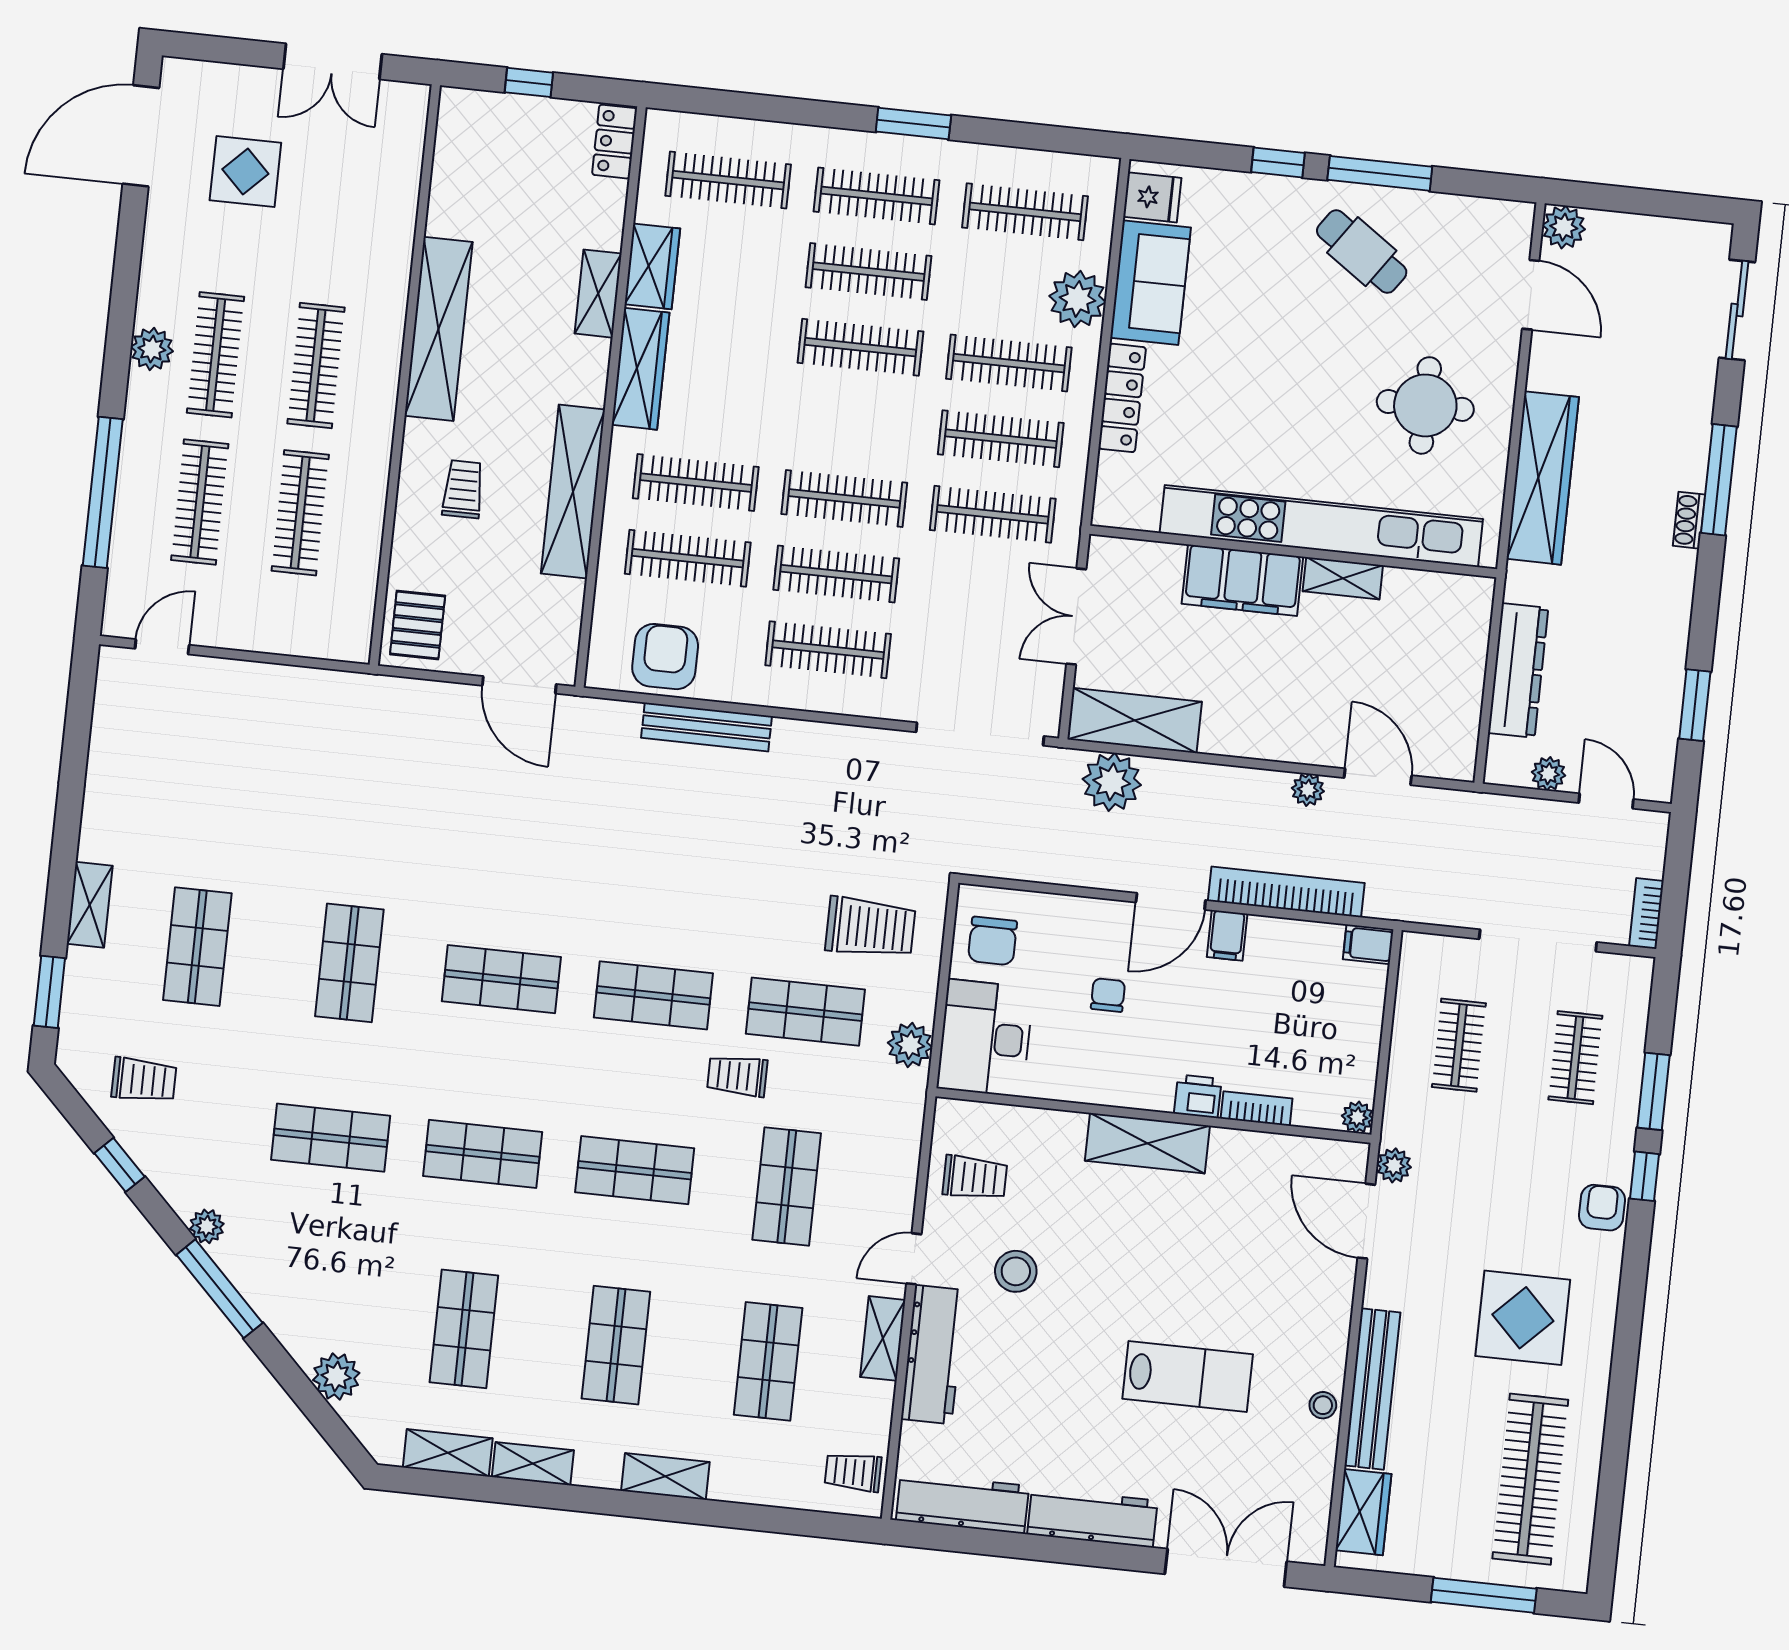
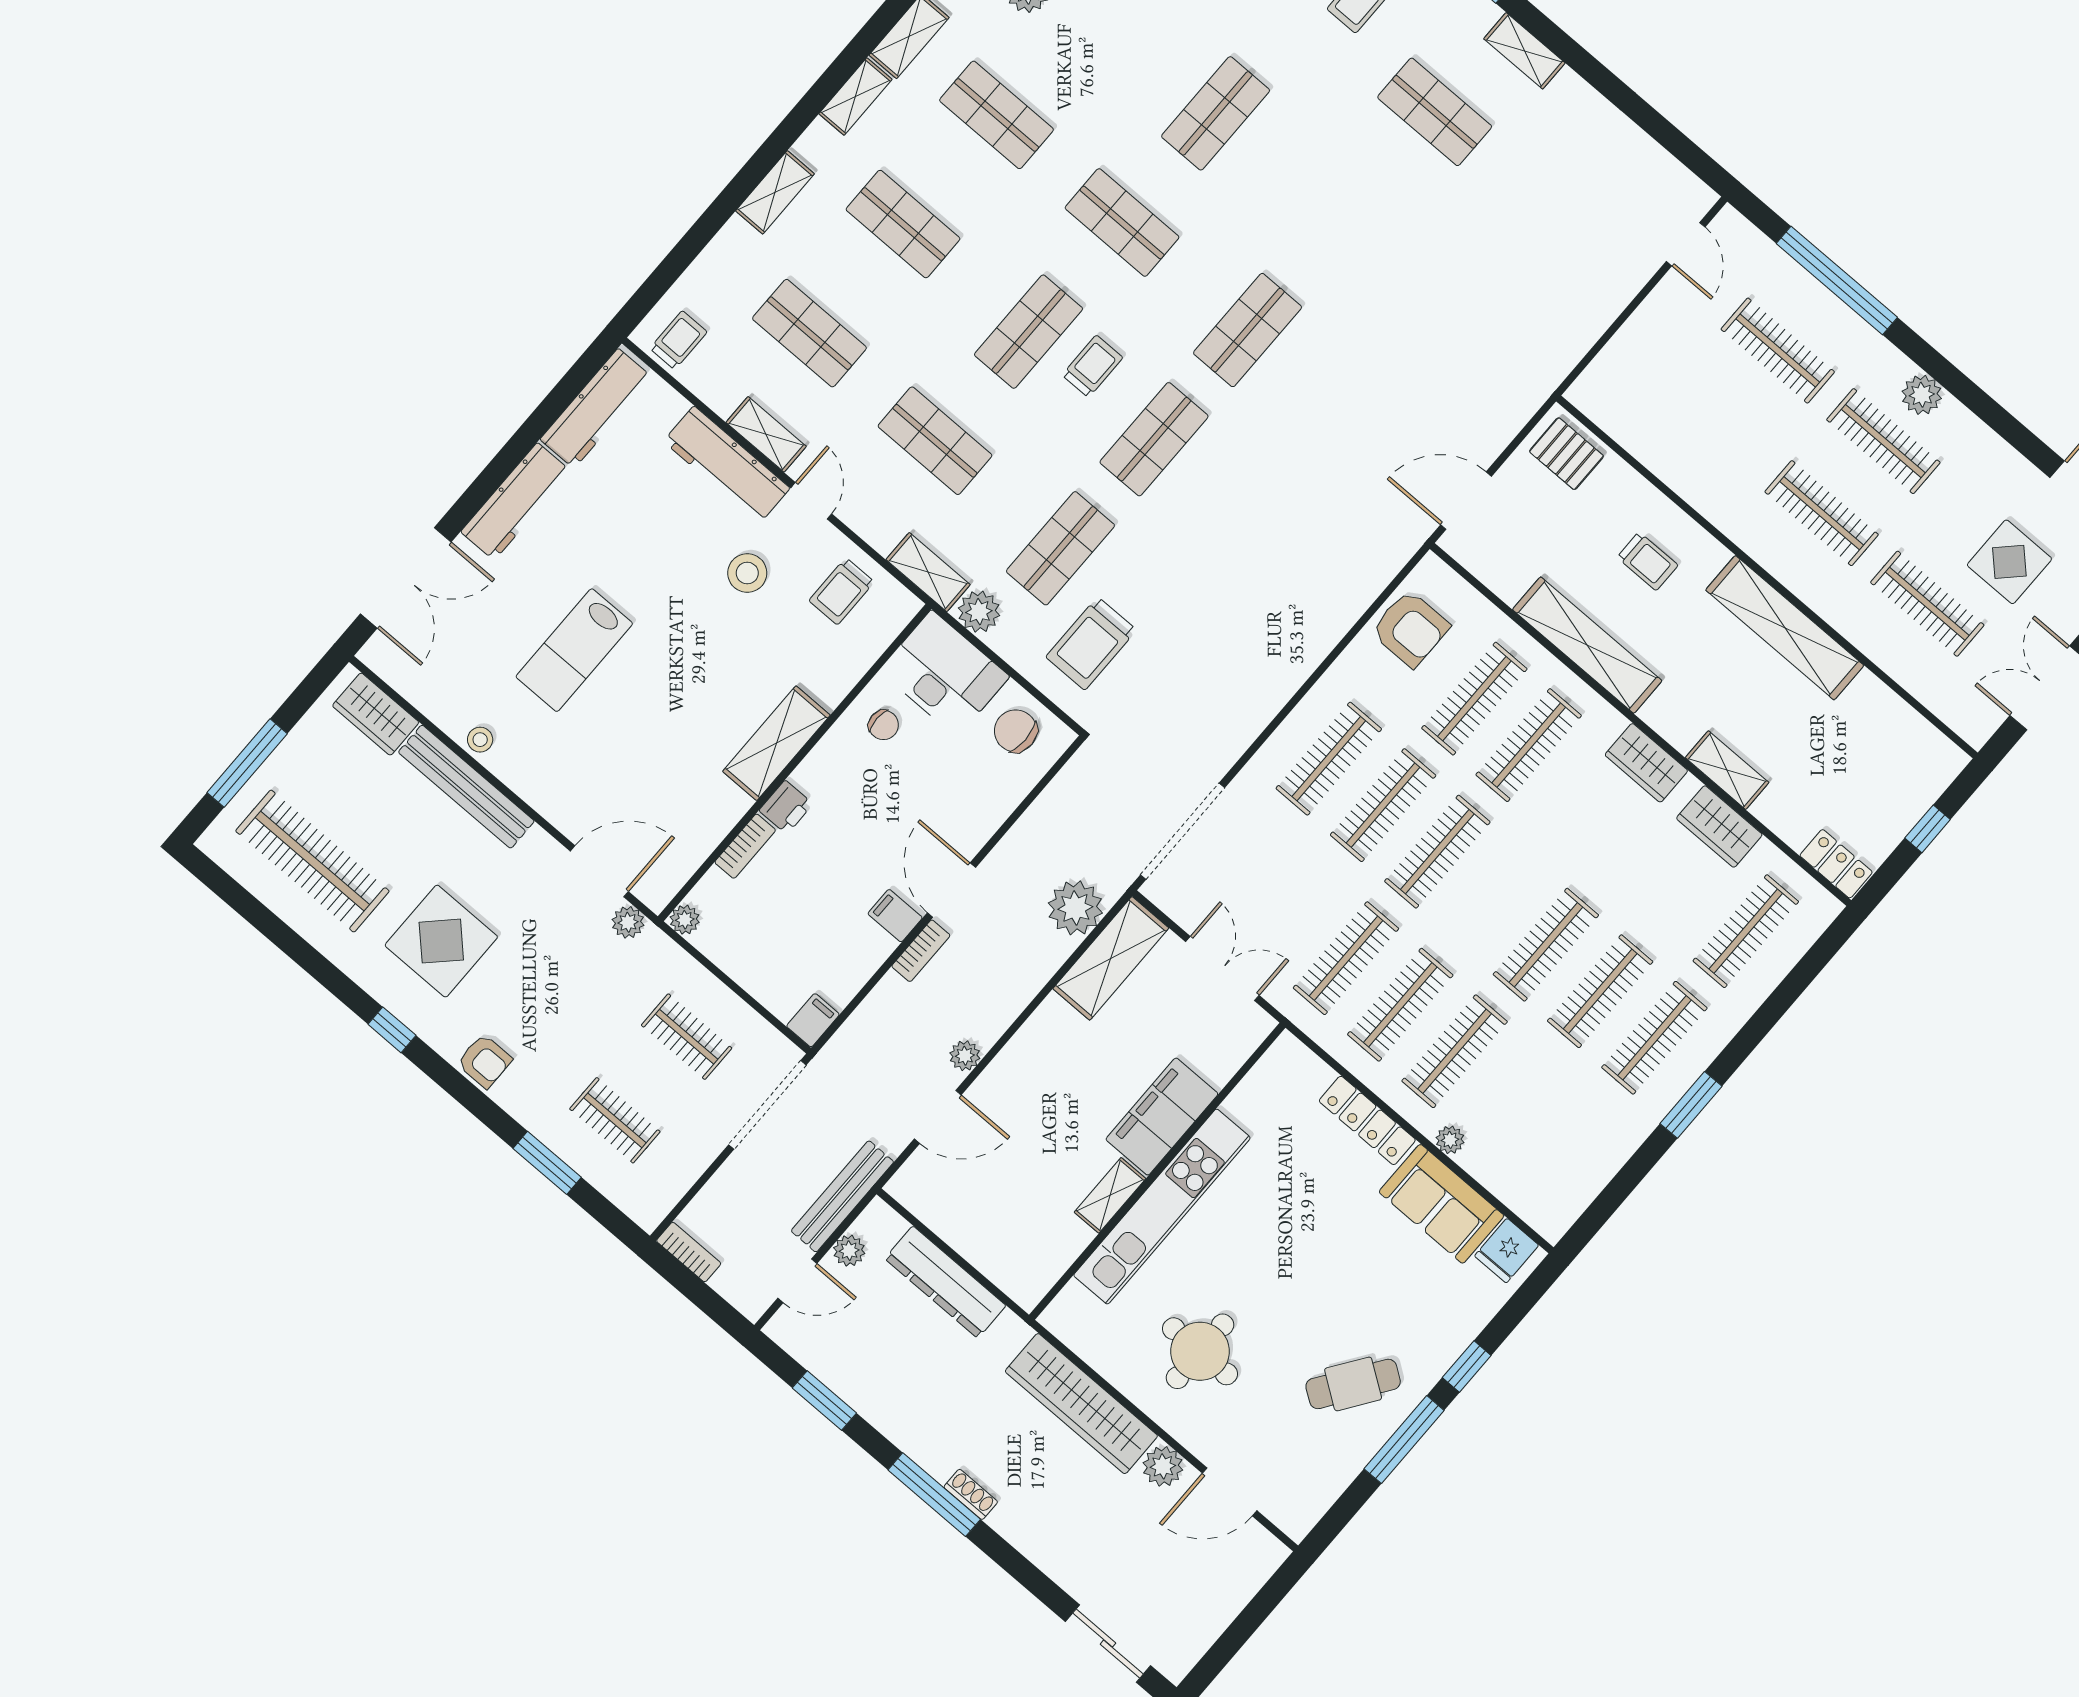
clothes rail: (1025, 212) -> (1563, 1144), removed
plant: (1564, 227) -> (1163, 1466), moved
plant: (1078, 299) -> (1450, 1140), width x0.53, depth x0.53
wardrobe: (640, 369) -> (1646, 763), width x0.67
window: (1719, 480) -> (934, 1495), moved
clothes rail: (300, 513) -> (1927, 604), moved
kitchen unit: (1321, 526) -> (1162, 1207), width x0.73
bench: (707, 727) -> (842, 1196), moved
bookcase: (1286, 892) -> (921, 951), width x0.43, depth x0.76
doorway: (1538, 941) -> (767, 1105), moved
shop shelf: (349, 963) -> (1341, 221), removed
chair: (1108, 995) -> (883, 725), moved
trolley: (737, 1076) -> (1092, 366), moved
shelving: (906, 1113) -> (928, 572), added
shop shelf: (483, 1154) -> (1122, 222), turned 90
window: (1644, 1176) -> (392, 1030), moved

